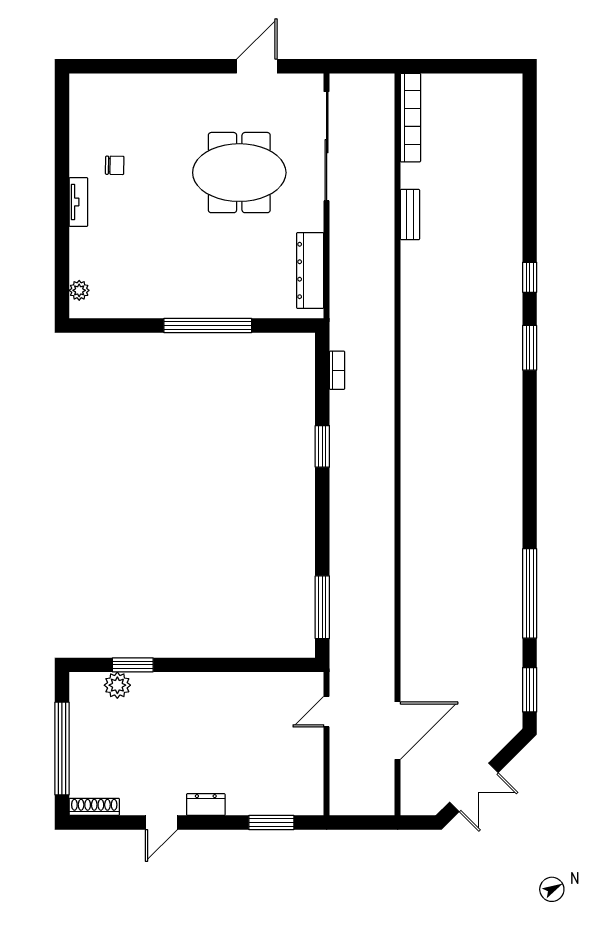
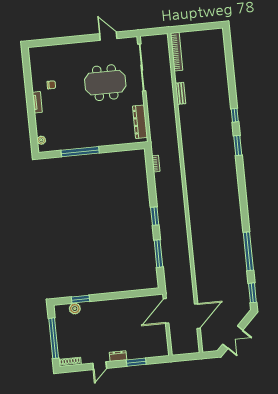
door: (257, 66) -> (108, 36), hinge flipped
window: (208, 326) -> (80, 152), moved
window: (322, 446) -> (155, 216), moved
window: (322, 607) -> (158, 254), moved
door: (327, 712) -> (166, 311), width x1.87
window: (271, 823) -> (136, 362), moved

